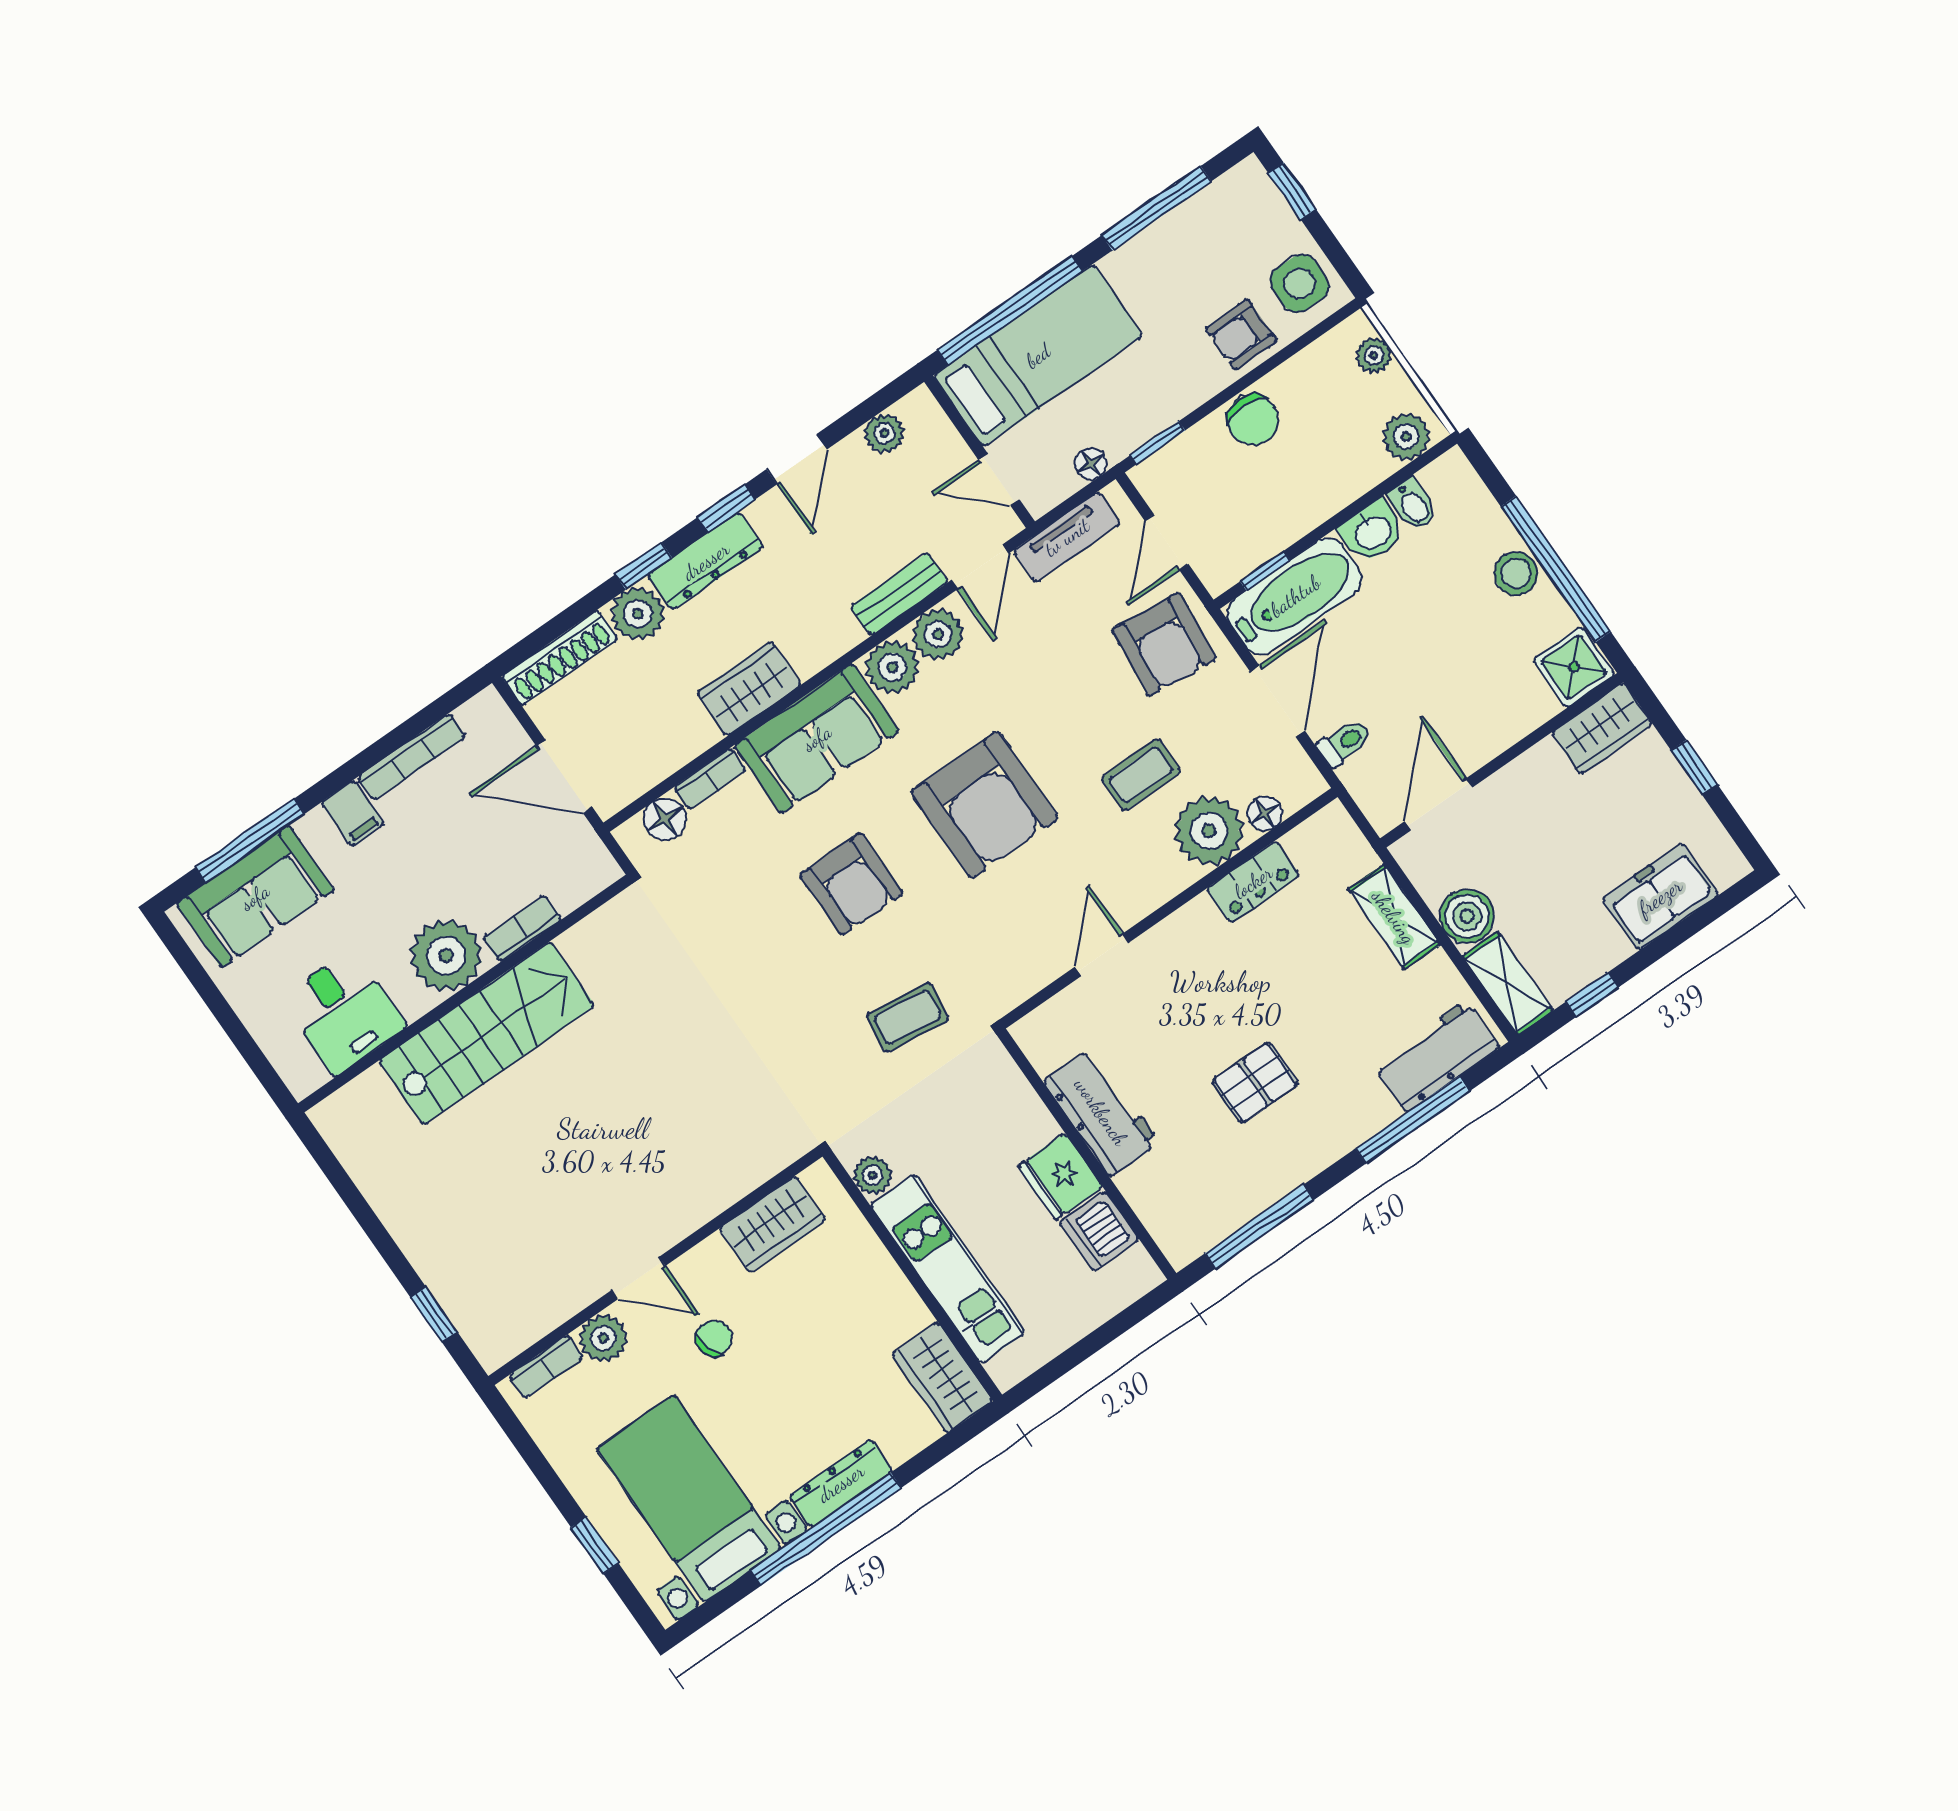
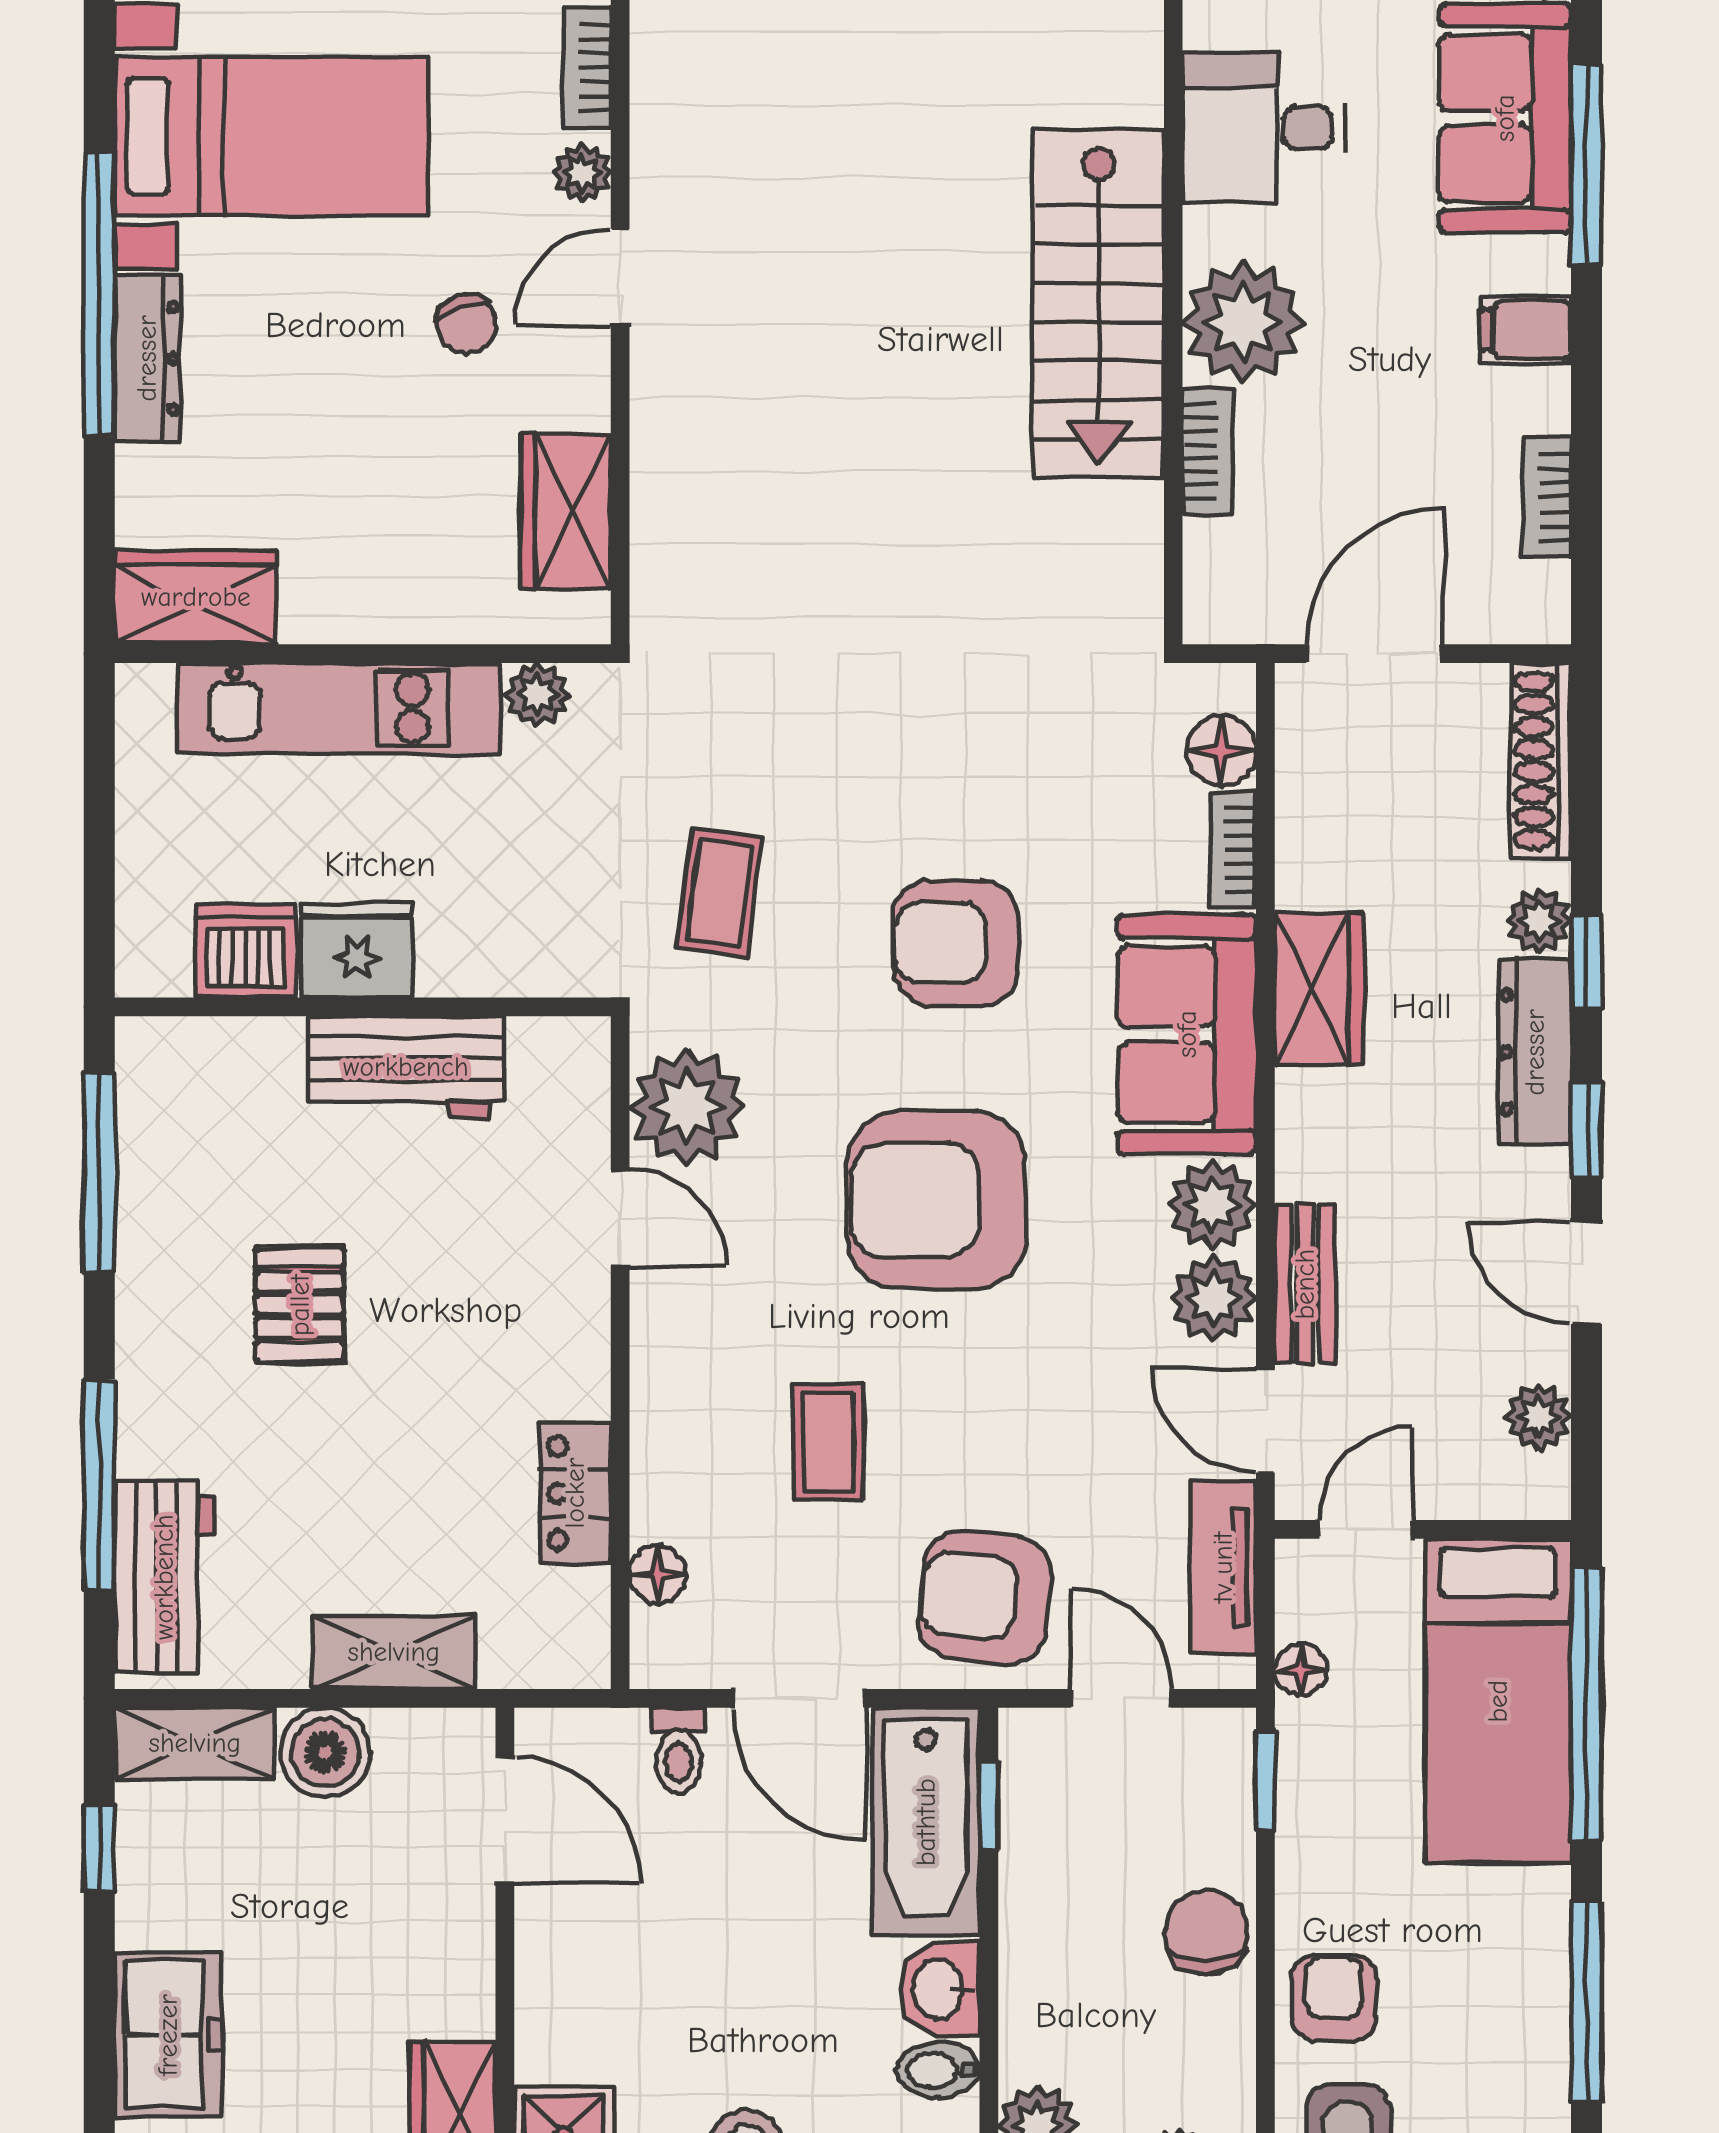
chair: (1253, 420) -> (1206, 1933), turned 90
plant: (638, 614) -> (1539, 921), width x0.73, depth x0.73
bookcase: (411, 757) -> (1547, 498), width x0.64
plant: (1209, 831) -> (687, 1107), moved
plant: (603, 1338) -> (582, 173), width x0.73, depth x0.73

